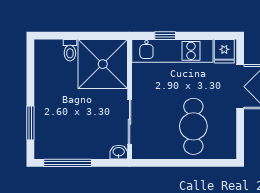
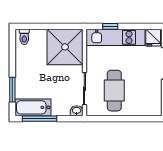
toilet: (70, 50) -> (24, 37), moved
cafe table: (193, 126) -> (114, 91), moved
bathtub: (59, 147) -> (33, 107), added

